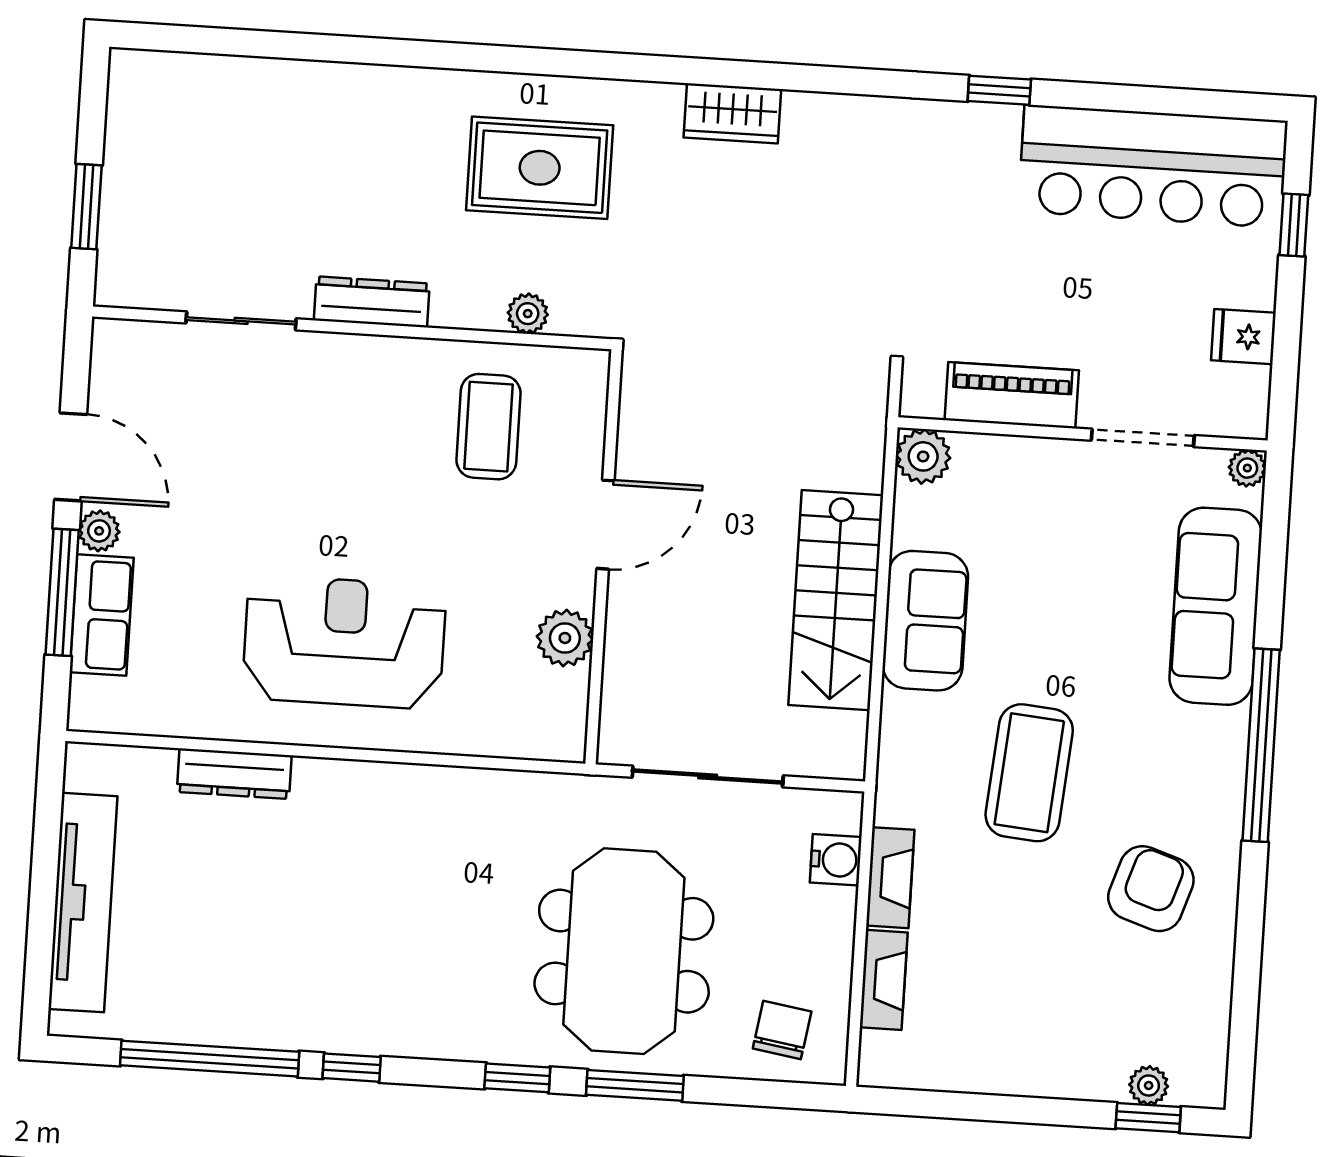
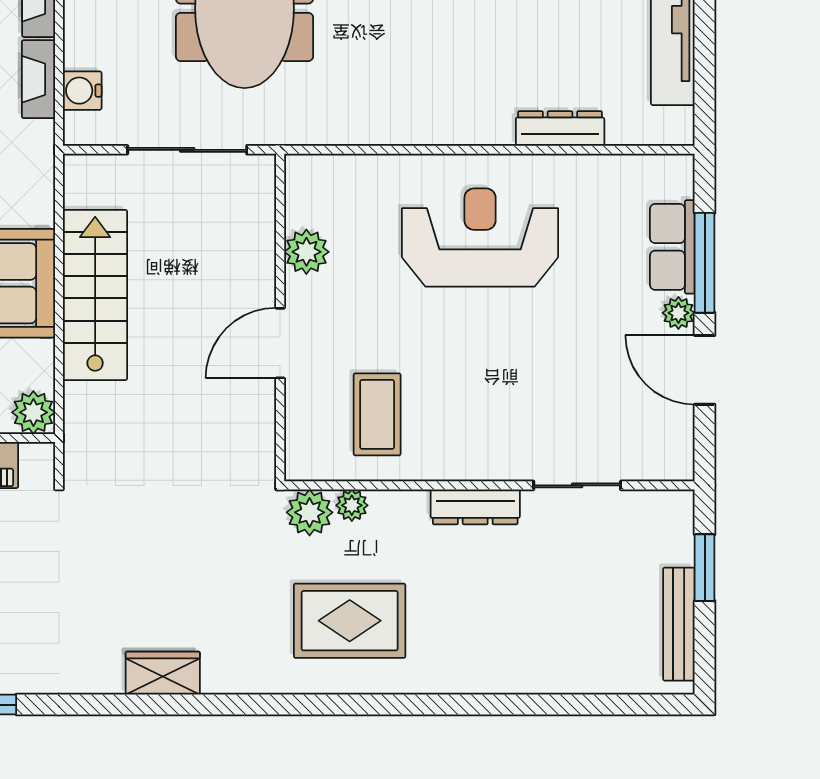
wardrobe: (732, 113) -> (163, 673), moved
bench: (123, 137) -> (679, 624), added
plant: (582, 308) -> (310, 512), added
reception desk: (344, 642) -> (480, 238), turned 180

